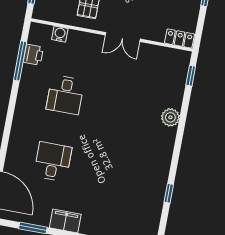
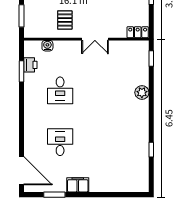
window: (20, 61) -> (21, 71), width x0.69

